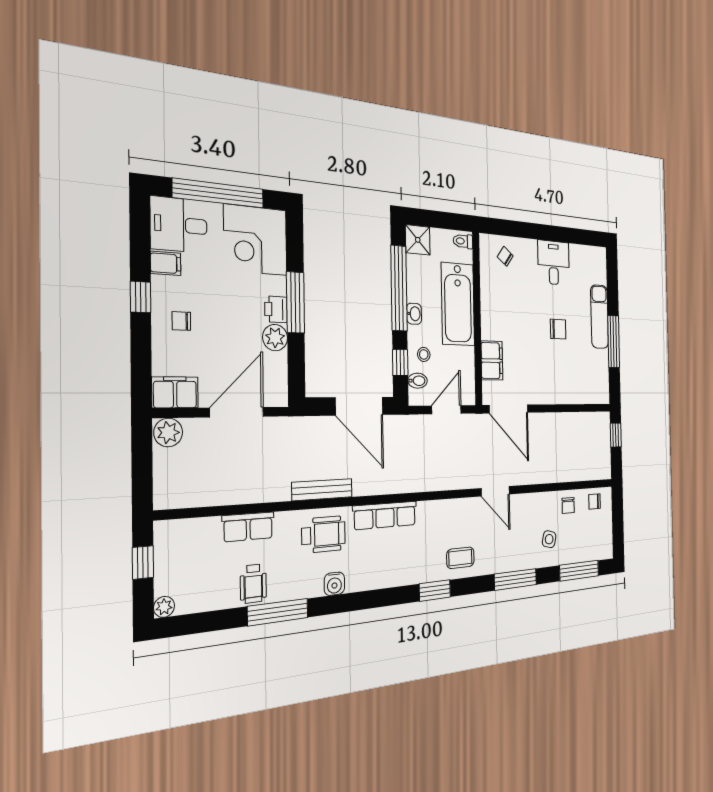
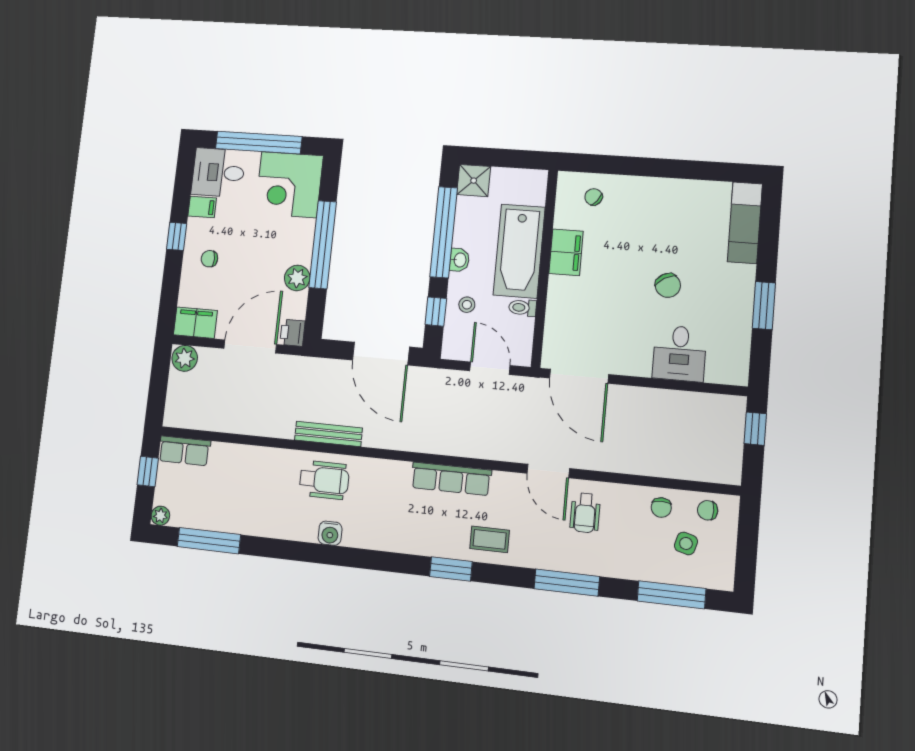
toilet: (463, 241) -> (523, 308), moved
desk: (554, 263) -> (679, 353), moved, turned 180
window: (295, 302) -> (323, 245), width x1.46
printer: (276, 309) -> (292, 333), moved
exam couch: (599, 317) -> (745, 223), moved
chair: (558, 329) -> (668, 285), turned 60
window: (614, 341) -> (764, 306), width x0.69
filing cabinet: (492, 361) -> (566, 252), moved
bidet: (418, 381) -> (455, 333), removed
door: (446, 410) -> (490, 368), hinge flipped
row of seats: (385, 515) -> (451, 479), moved
row of seats: (248, 527) -> (184, 451), moved
side table: (549, 539) -> (686, 543), moved
wheelchair: (253, 584) -> (585, 513), moved
window: (278, 612) -> (209, 541), moved

